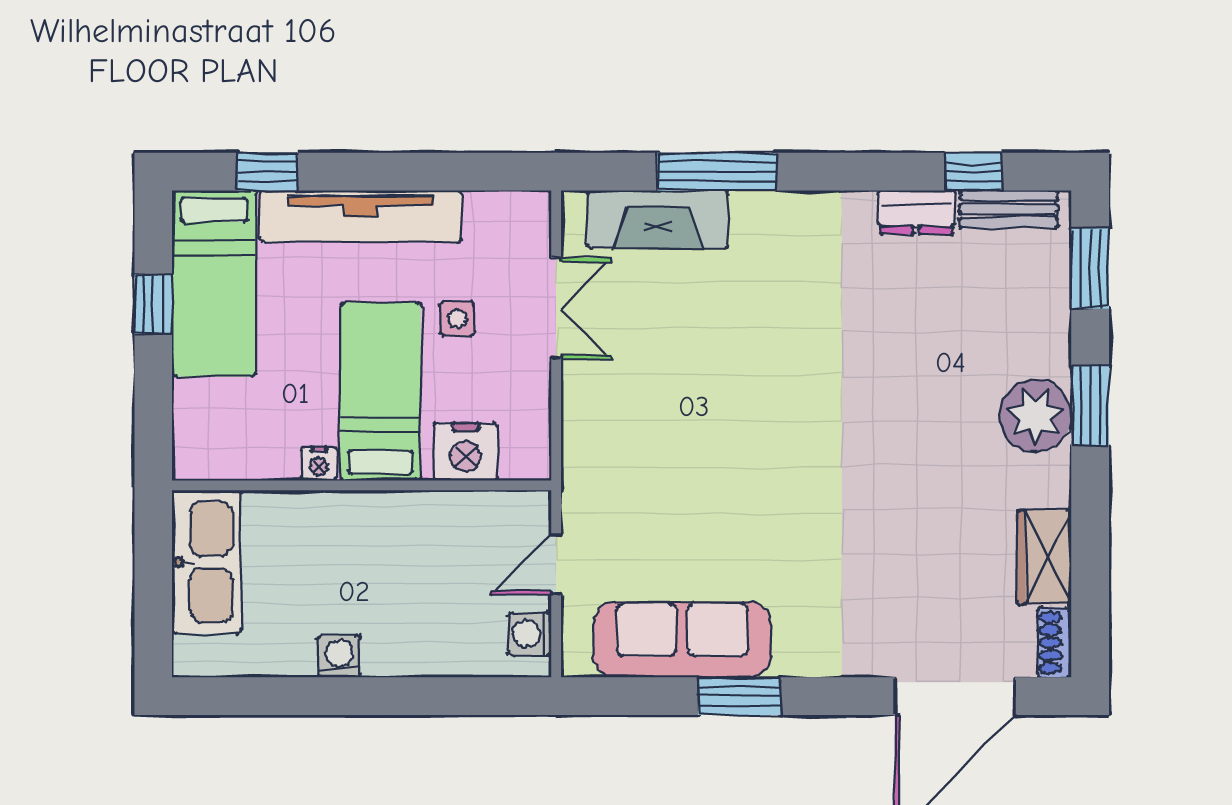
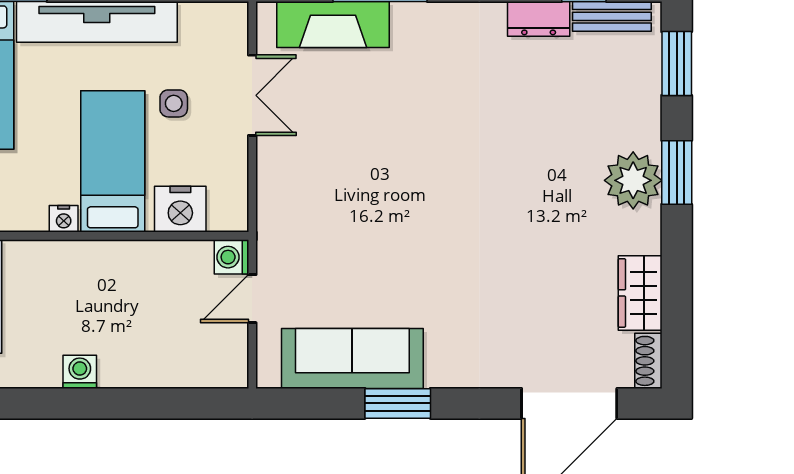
washing machine: (530, 634) -> (231, 257), moved

